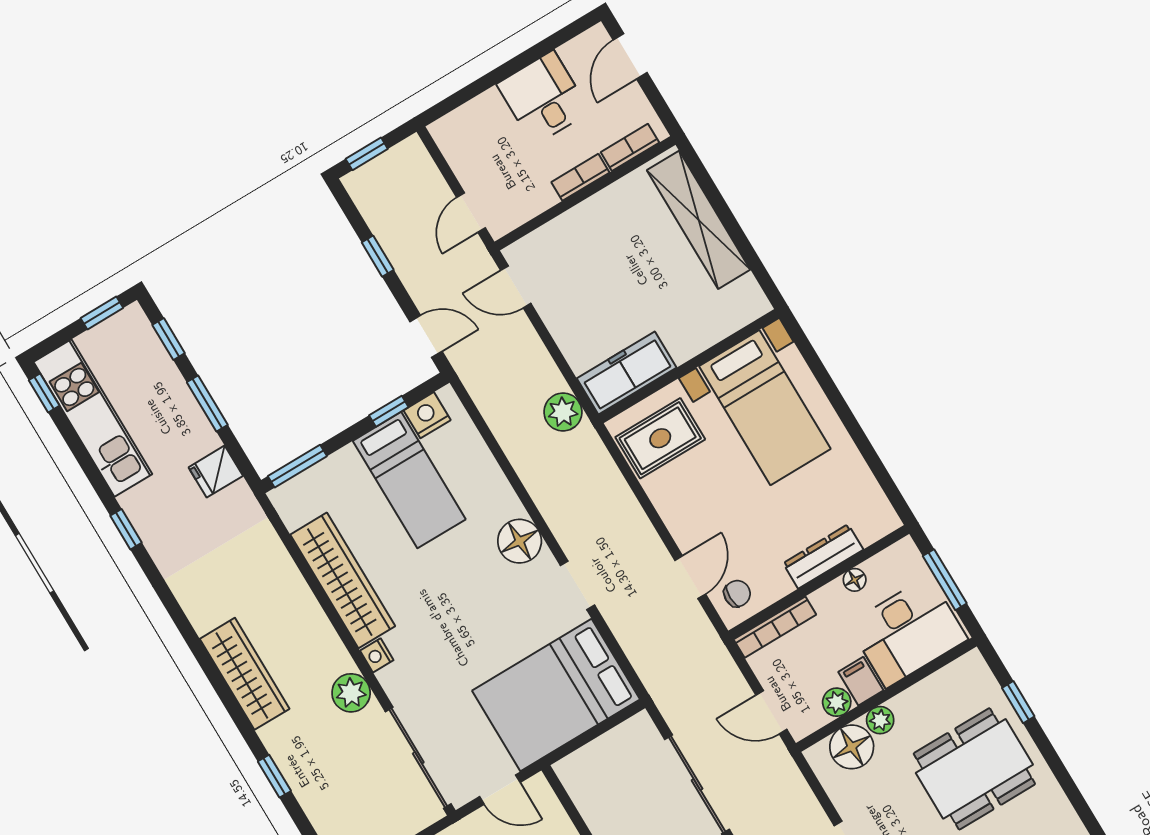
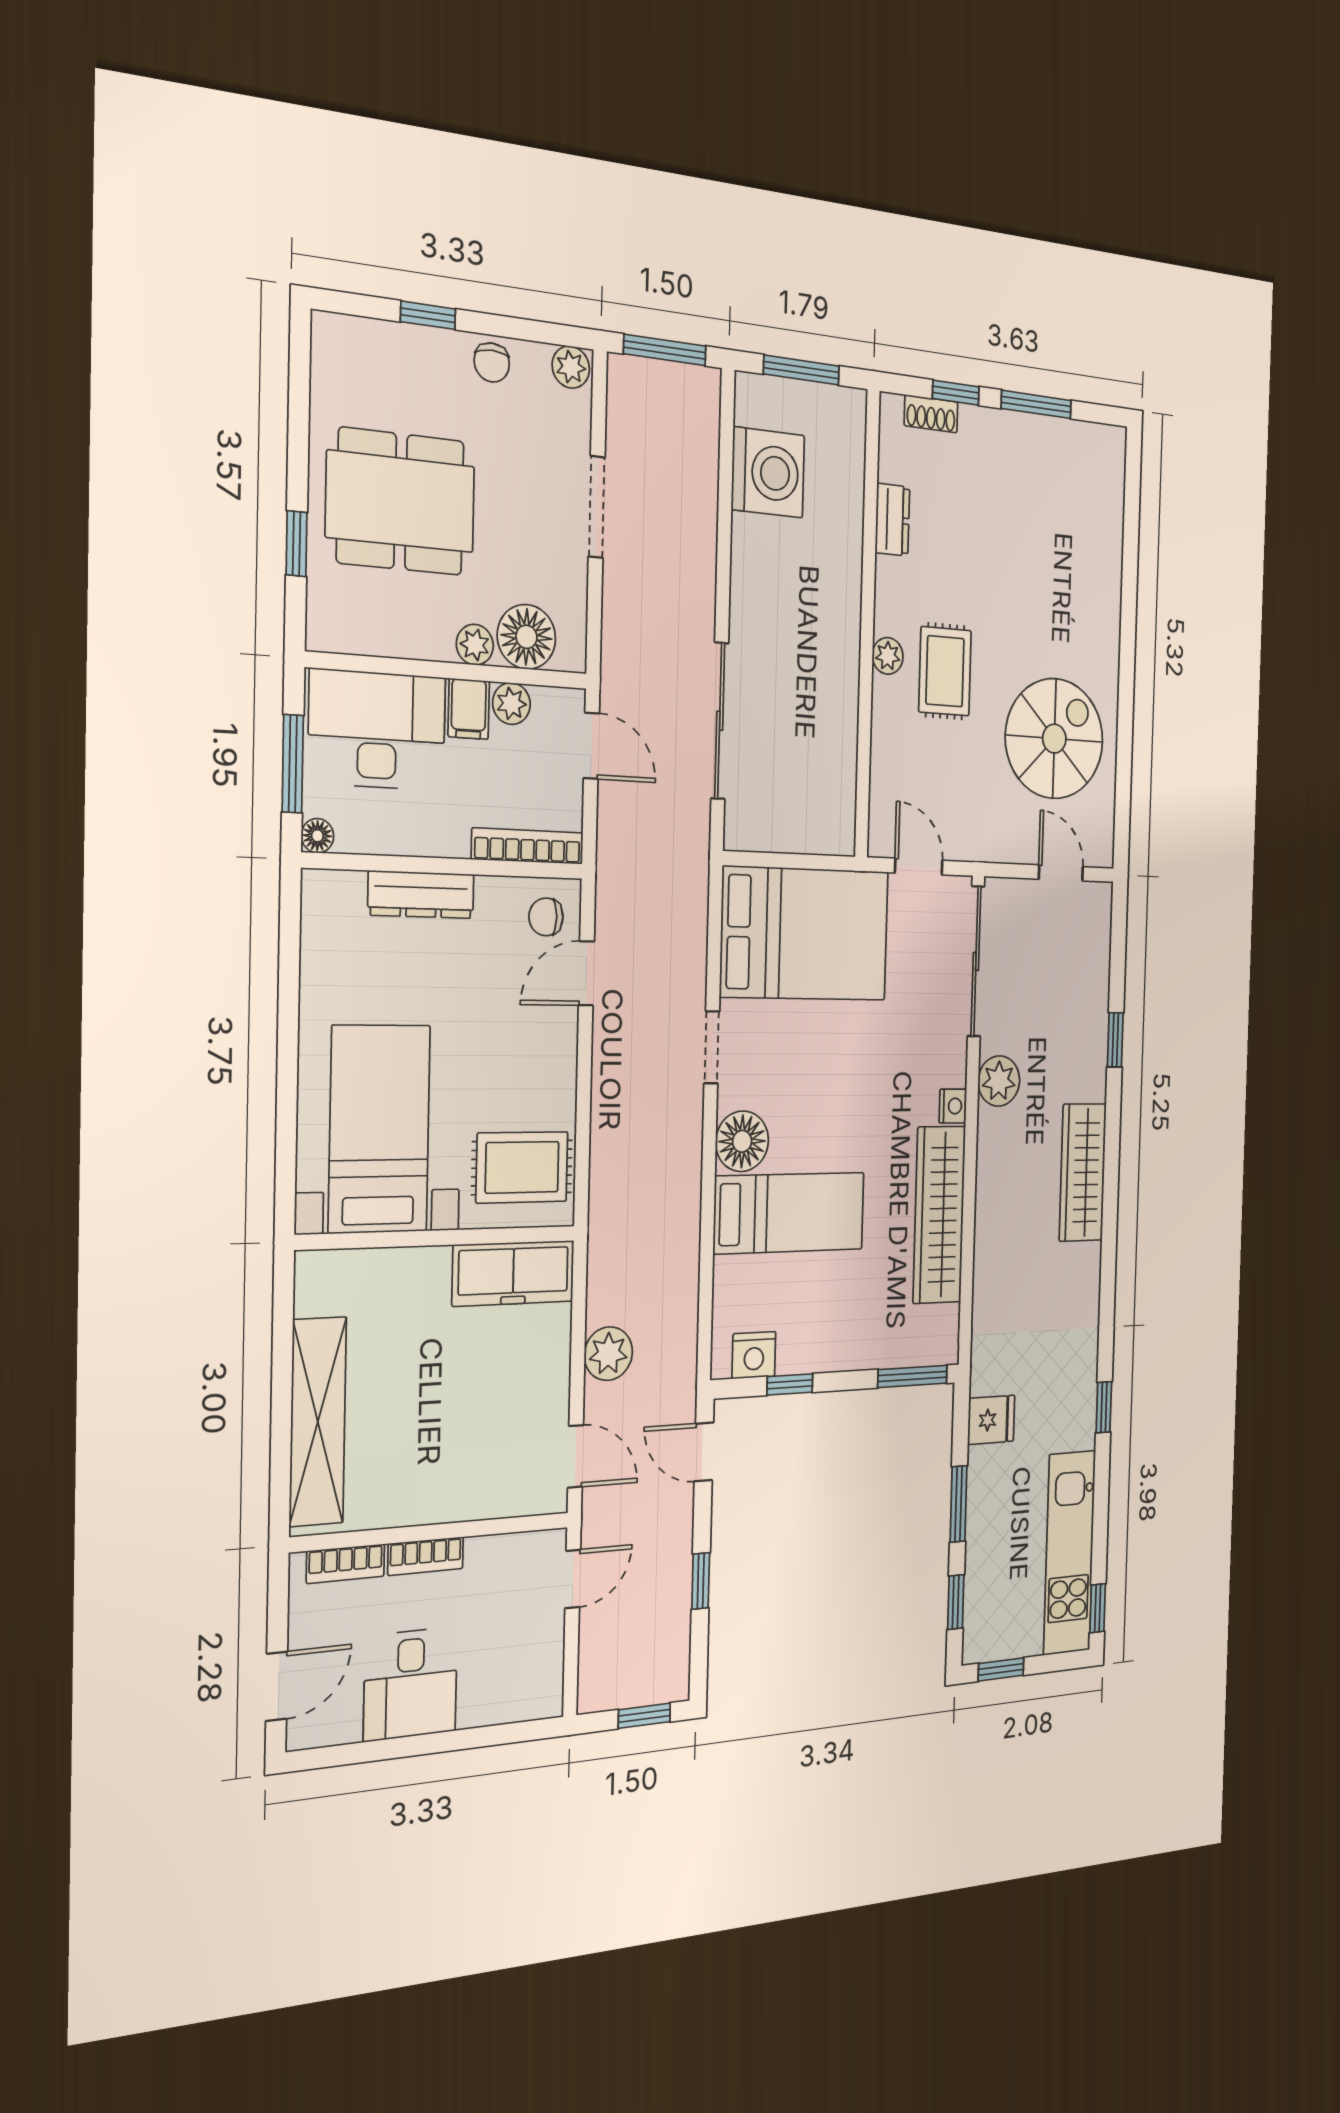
plant: (563, 412) -> (608, 1354), moved
bed: (409, 480) -> (789, 1213), moved, turned 90
floor lamp: (855, 580) -> (317, 836), moved

